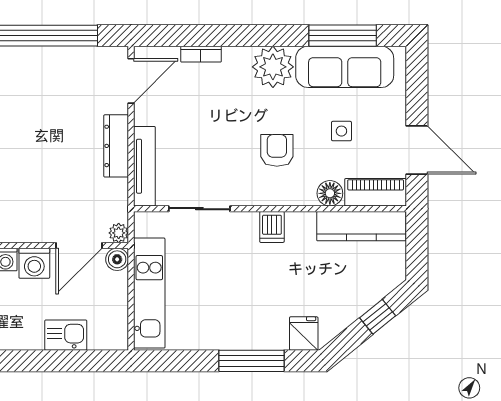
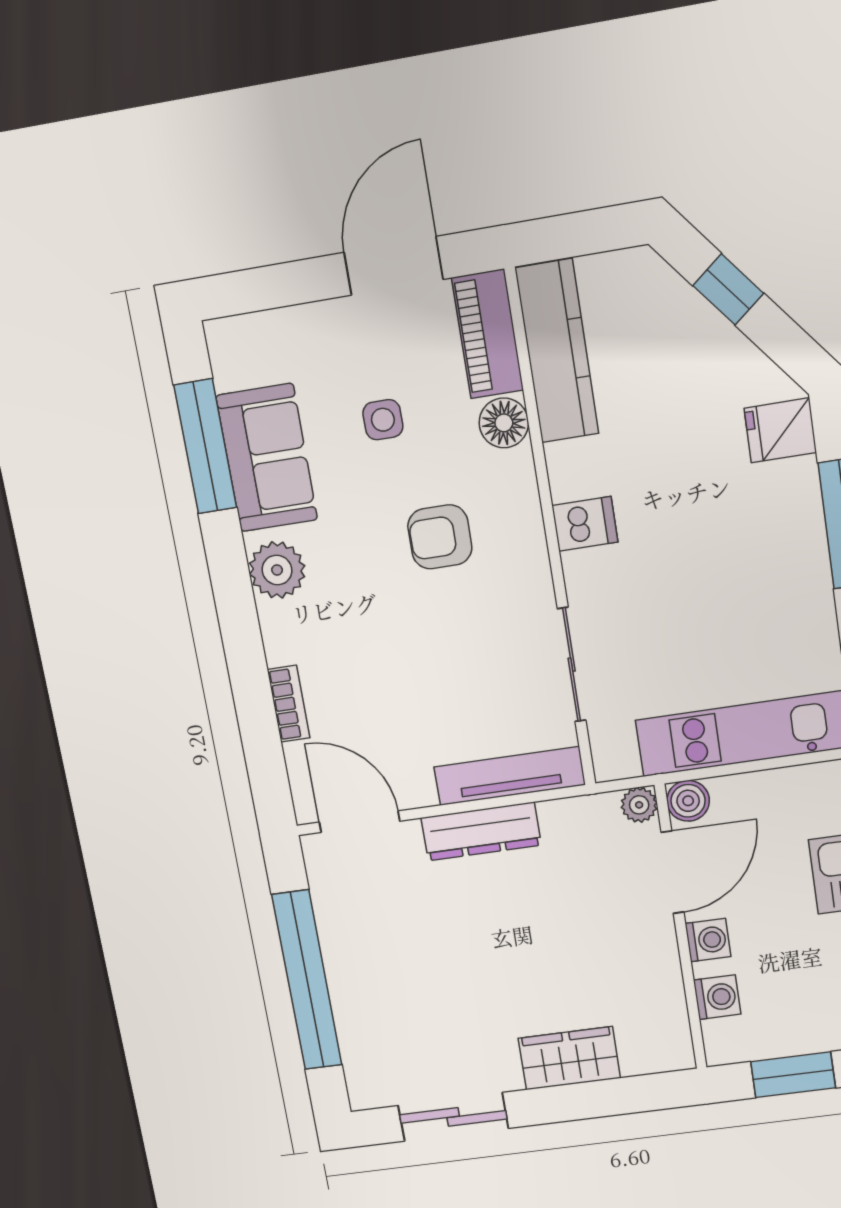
plant: (273, 67) -> (277, 570), width x0.73, depth x0.73
sofa: (345, 67) -> (267, 458), width x0.73
door: (79, 245) -> (673, 872), hinge flipped
washing machine: (34, 263) -> (708, 940), width x0.73, depth x0.73

